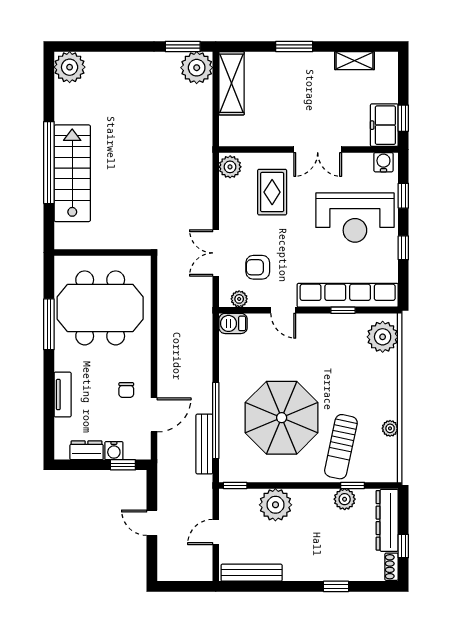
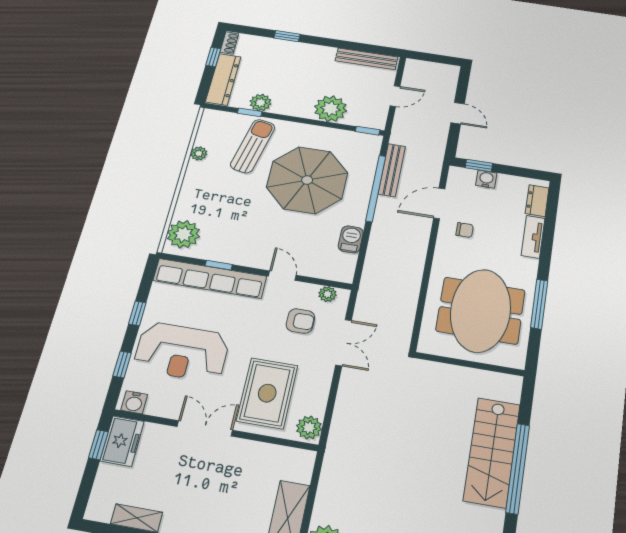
rug: (272, 192) -> (267, 393), width x1.36, depth x1.43
reception desk: (355, 218) -> (182, 352), turned 180
meeting table: (100, 308) -> (481, 310), turned 90
barbecue: (233, 323) -> (351, 239), moved, turned -90
chair: (126, 390) -> (465, 230), turned 90
dresser: (87, 450) -> (537, 201), moved, turned 90

